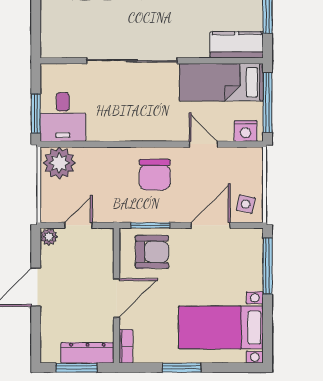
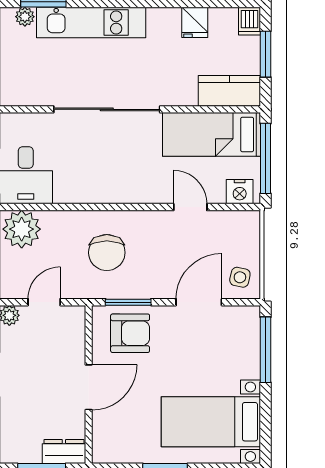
chair: (155, 175) -> (107, 253), moved
bookcase: (126, 346) -> (100, 444), removed
dresser: (87, 353) -> (64, 451), width x0.70

